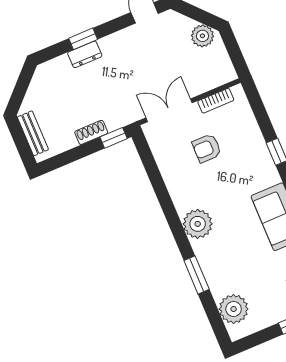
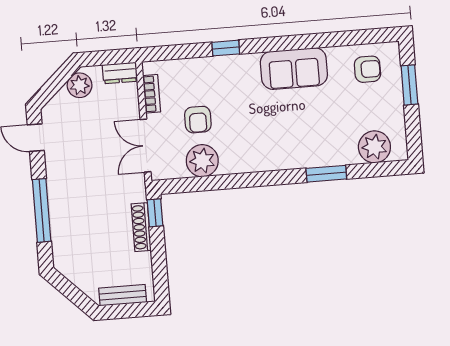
window: (83, 39) -> (42, 210), width x2.17
dresser: (85, 54) -> (120, 73), moved, turned 90
shoe rack: (91, 132) -> (141, 227), width x1.43
plant: (198, 224) -> (202, 161), moved

